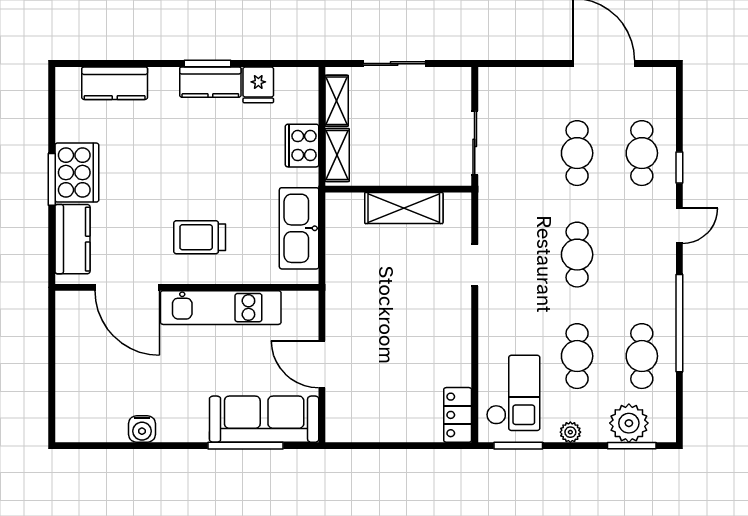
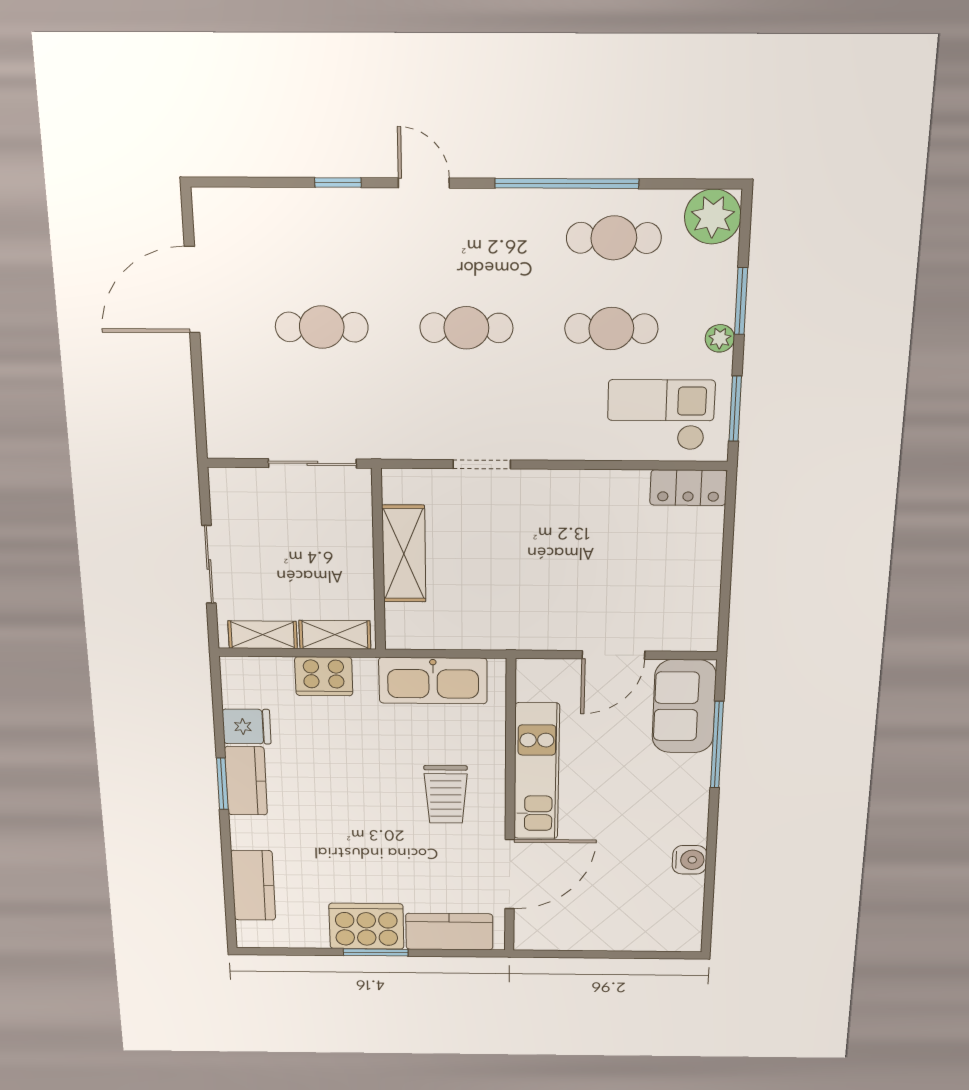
cafe table: (642, 153) -> (319, 237), removed
sofa: (264, 419) -> (684, 706), width x0.73
plant: (629, 423) -> (713, 217), moved
window: (632, 446) -> (741, 301), moved

